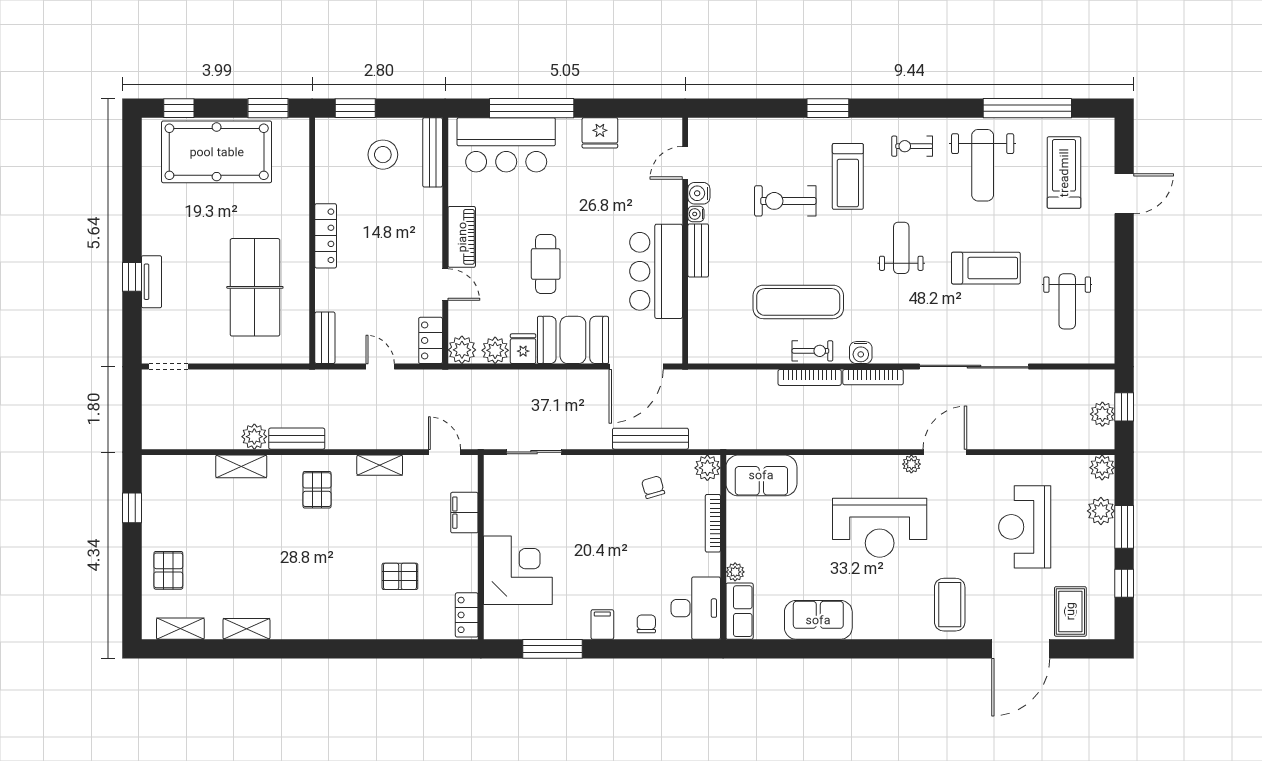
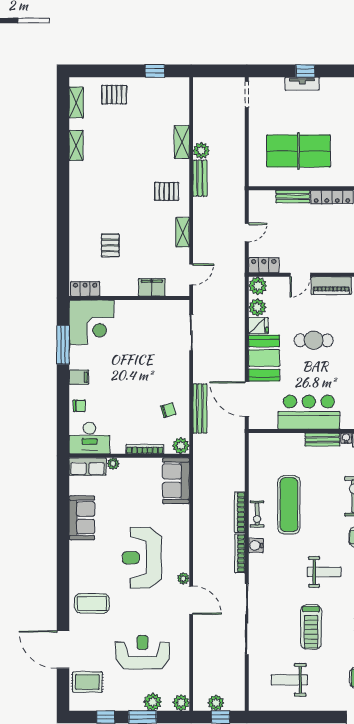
bench: (325, 338) -> (293, 197), moved
corner desk: (518, 570) -> (92, 322), moved

